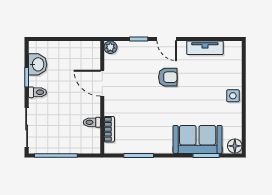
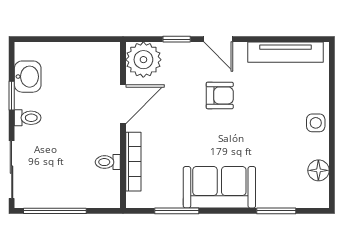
plant: (110, 47) -> (143, 60), width x1.88, depth x1.88
tv unit: (205, 48) -> (285, 52), width x1.41
door: (102, 83) -> (123, 104), swing flipped
bookcase: (109, 129) -> (133, 162), width x1.56
sofa: (198, 139) -> (219, 187), moved
floor lamp: (235, 146) -> (318, 170), moved

